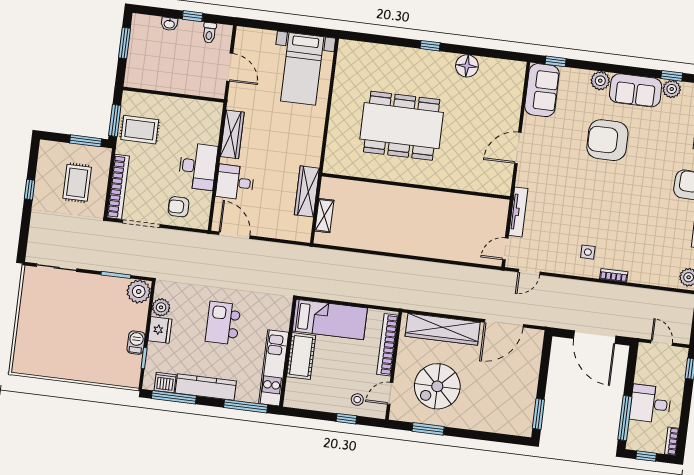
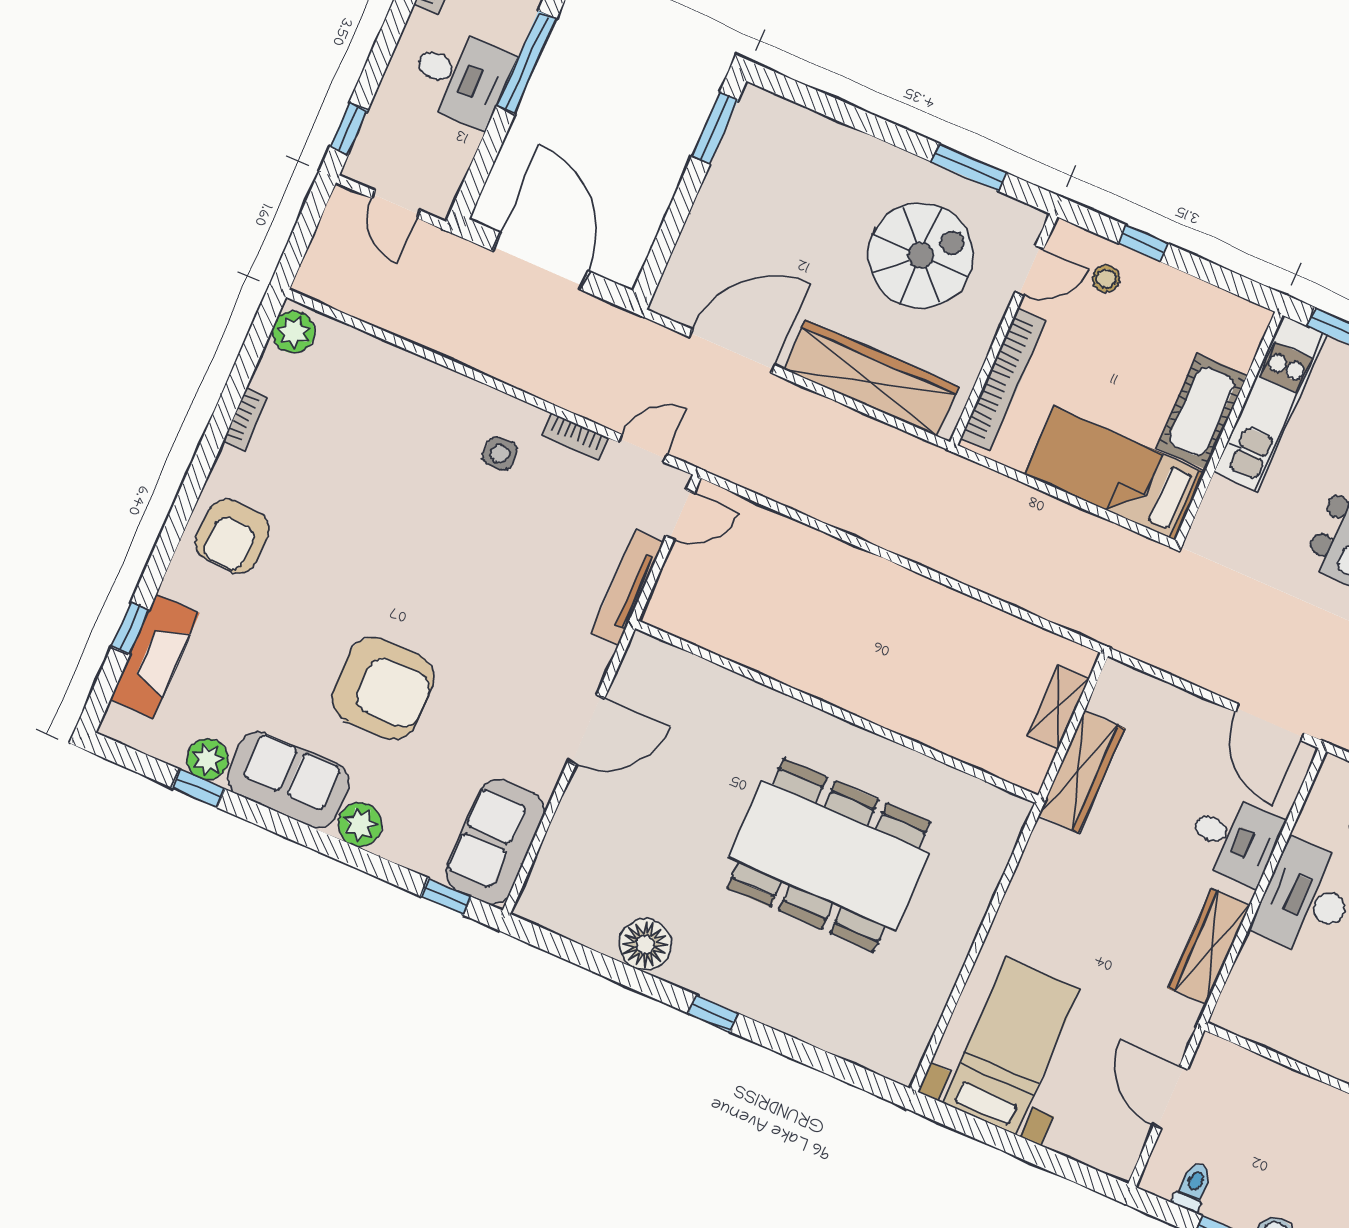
bookcase: (614, 275) -> (575, 436), moved

